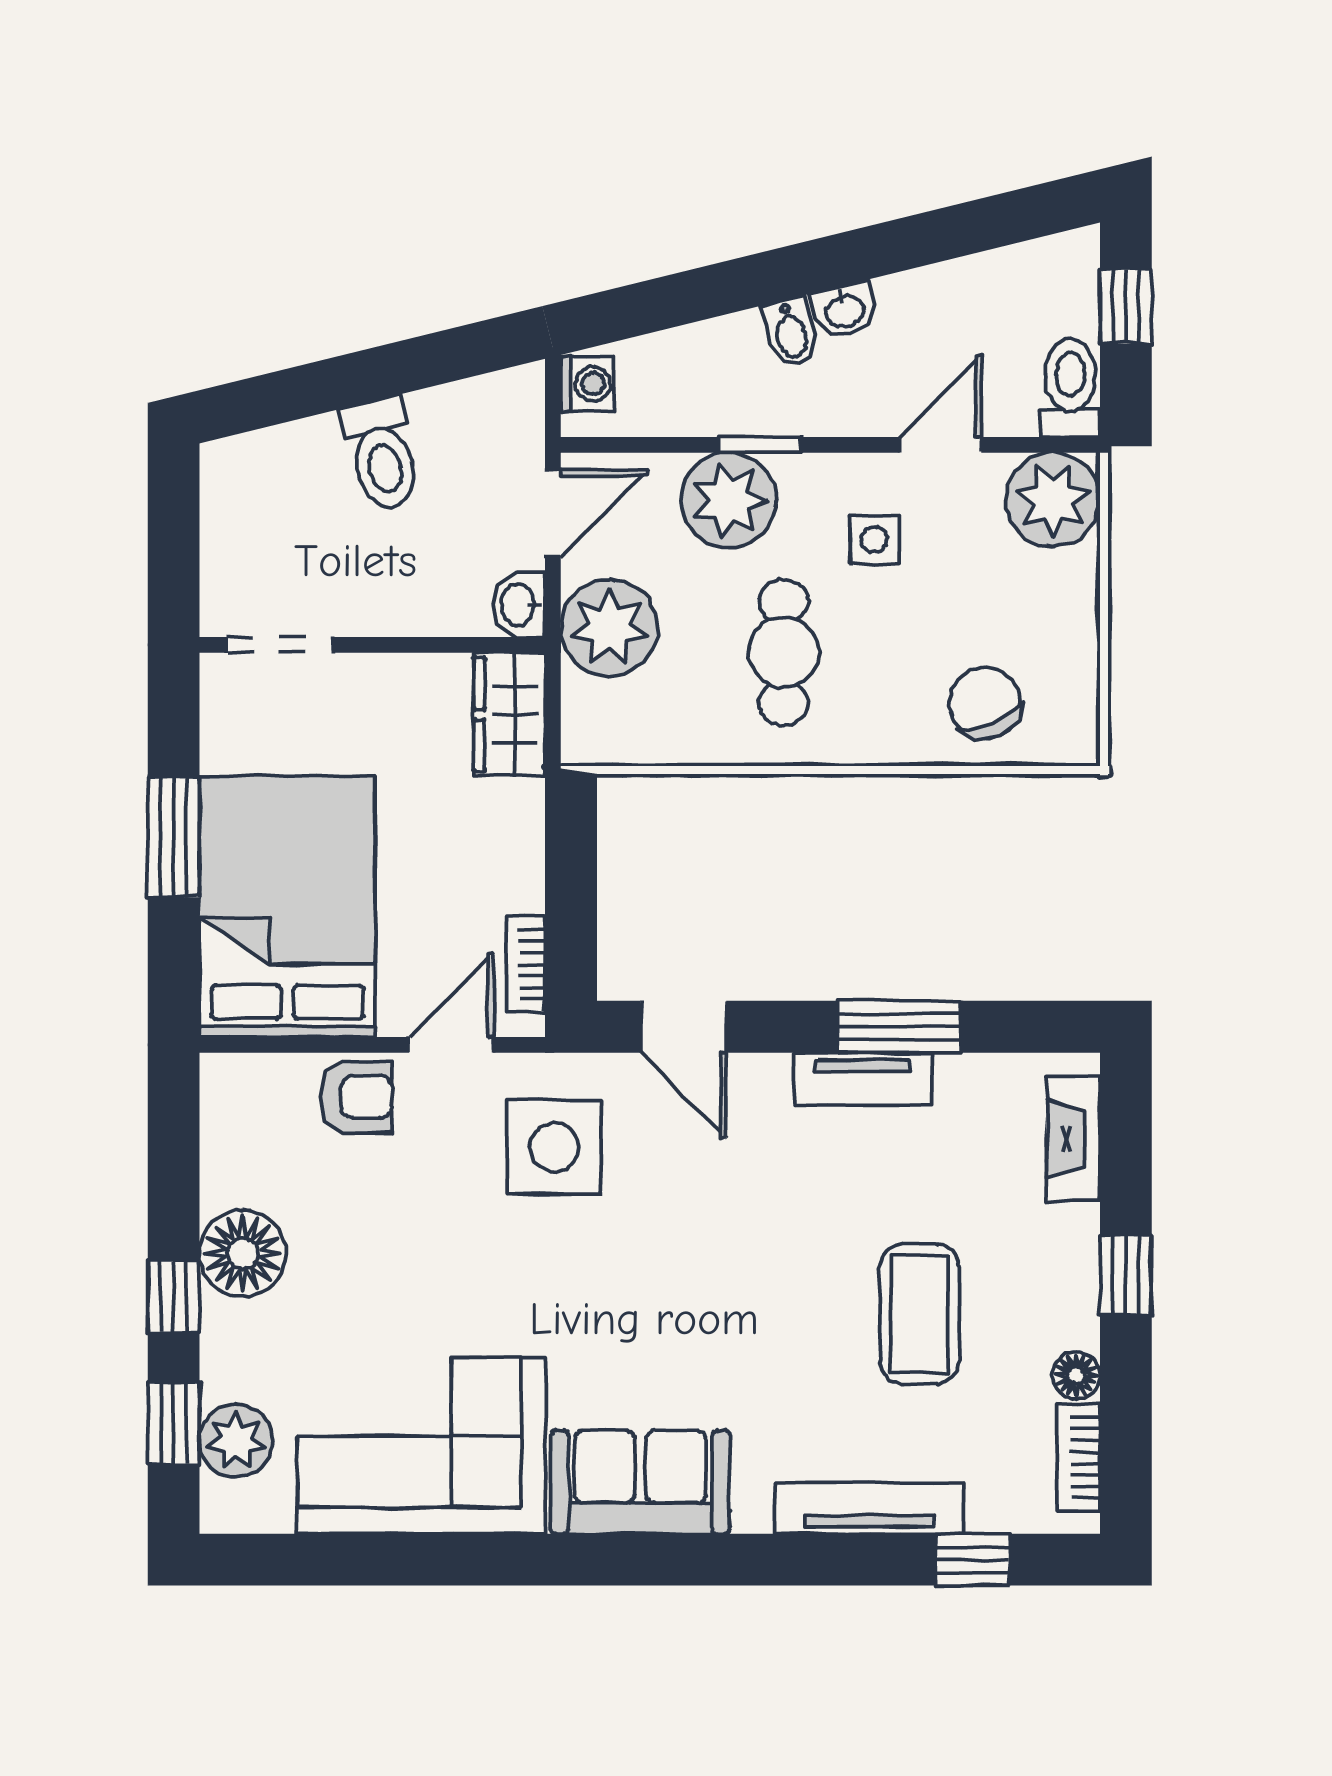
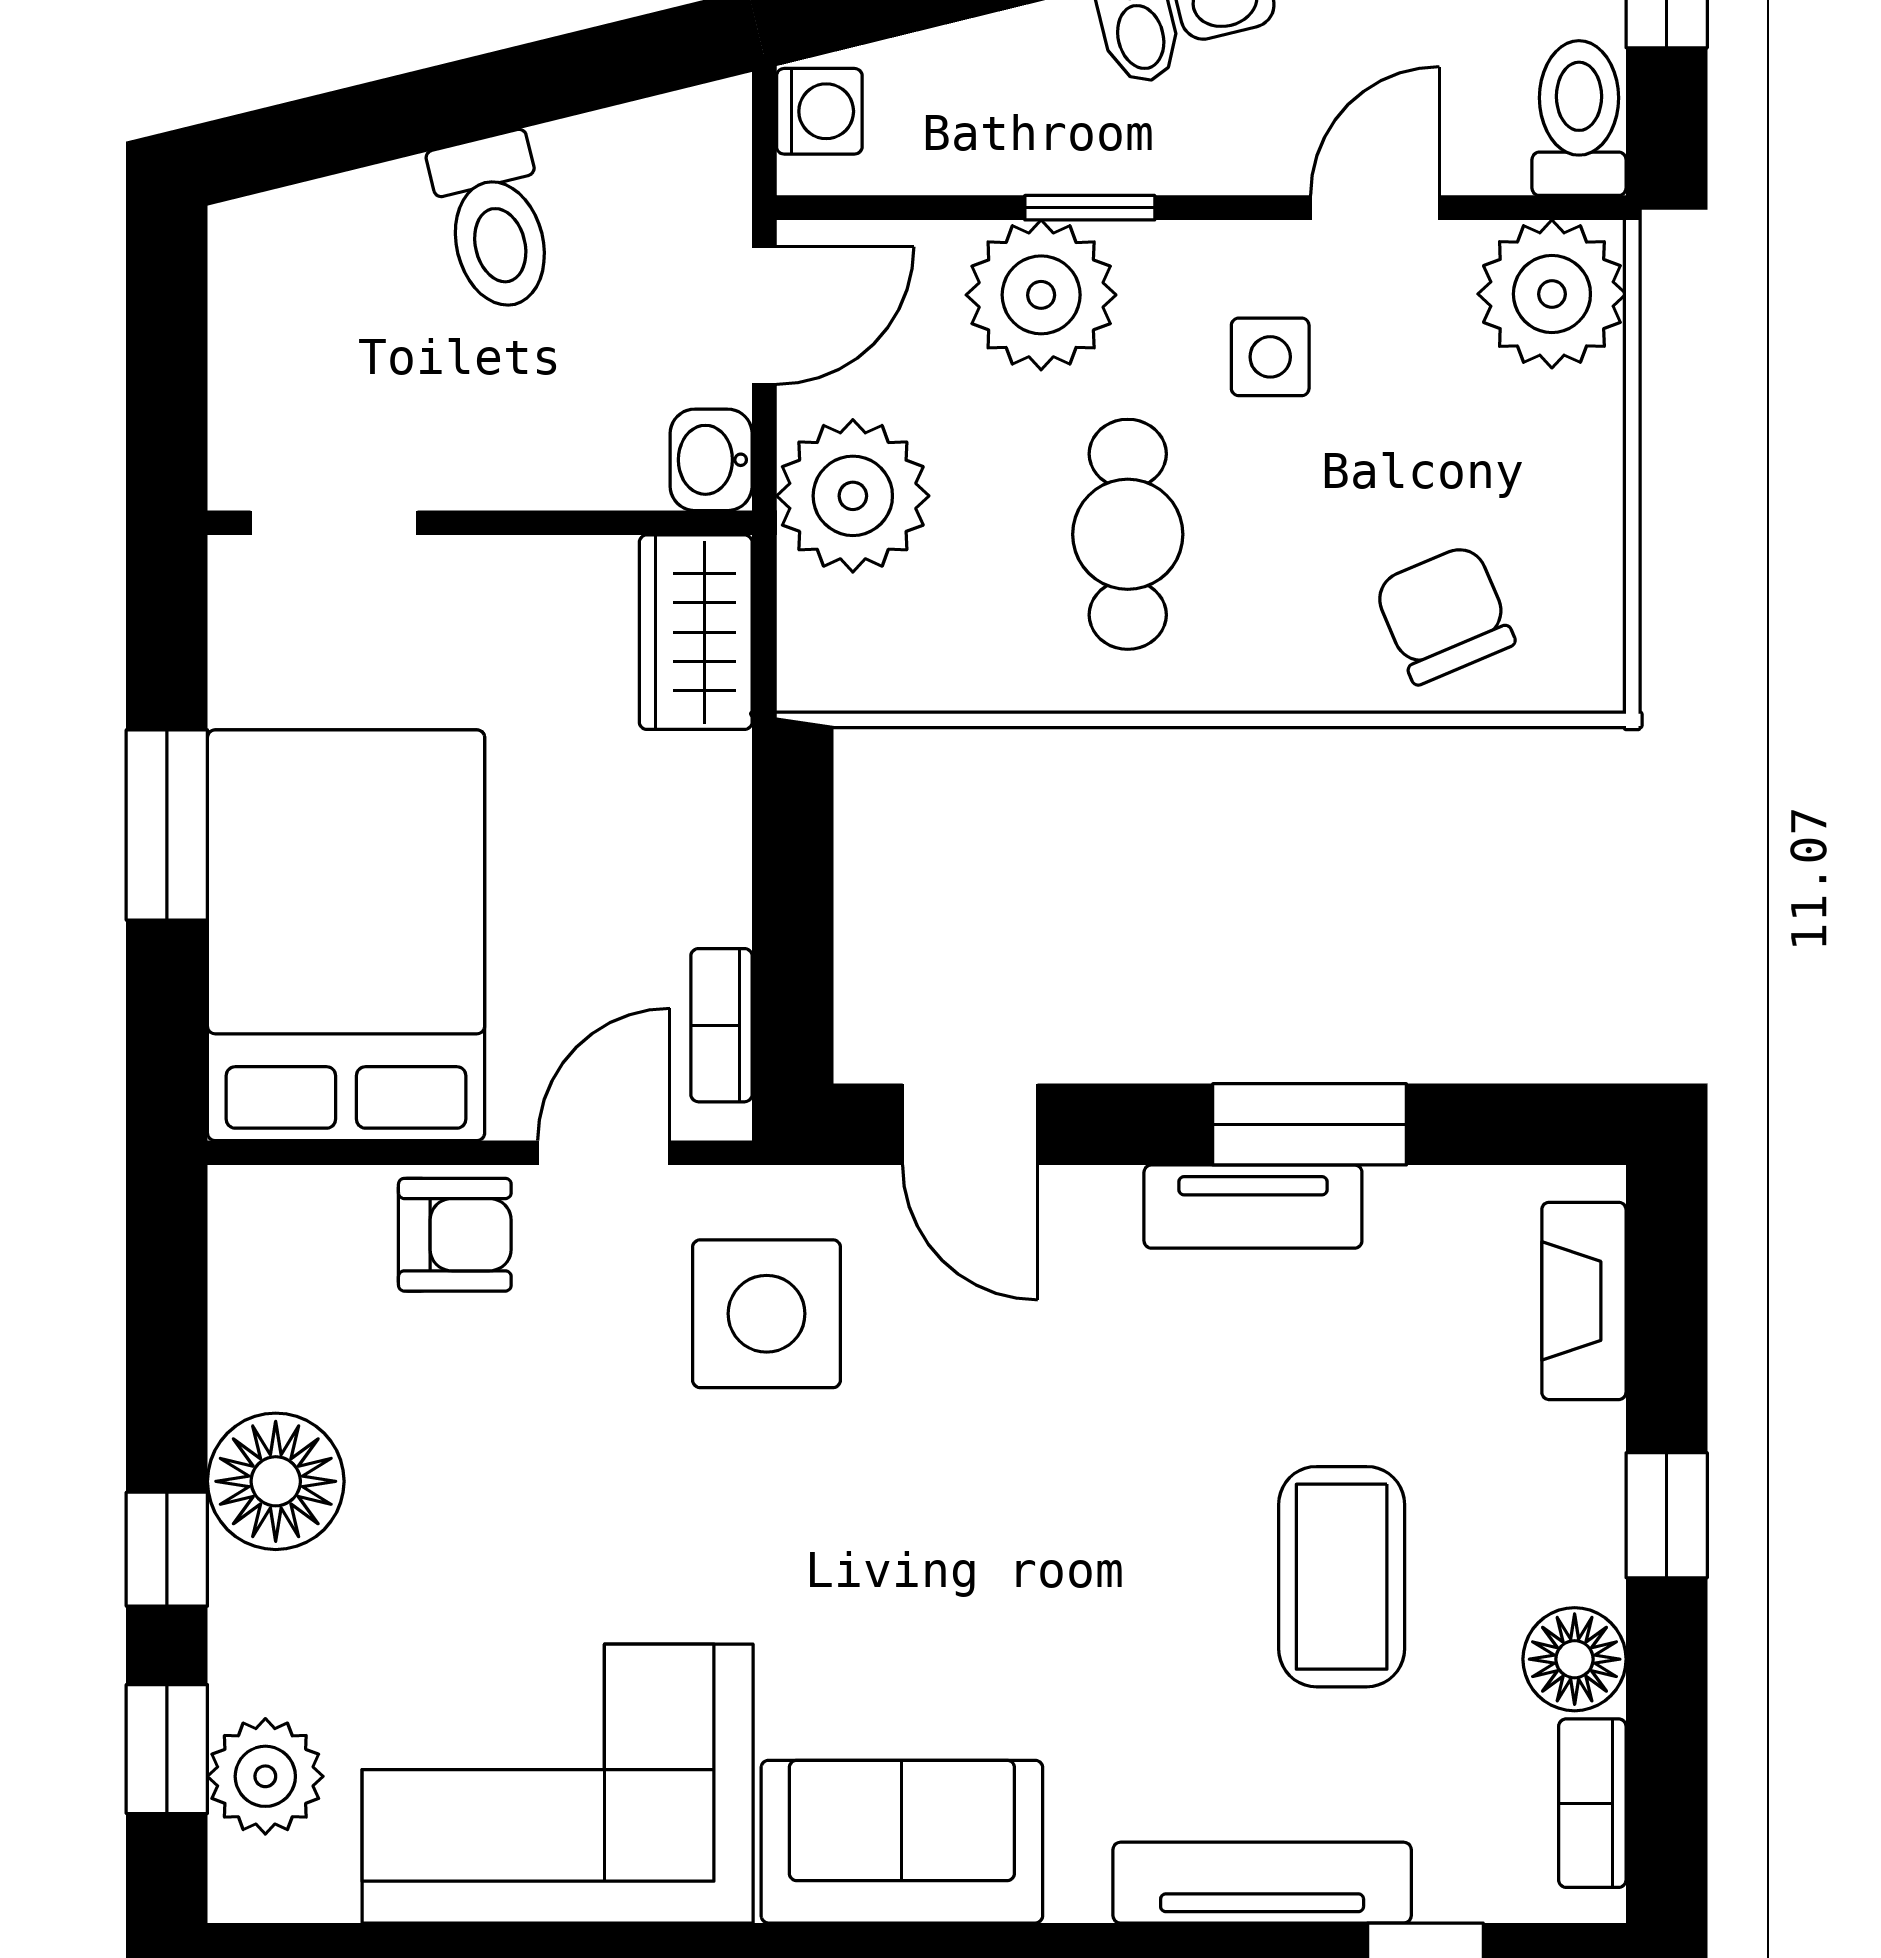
floor lamp: (1076, 1375) -> (1575, 1659), width x1.37, depth x1.37

